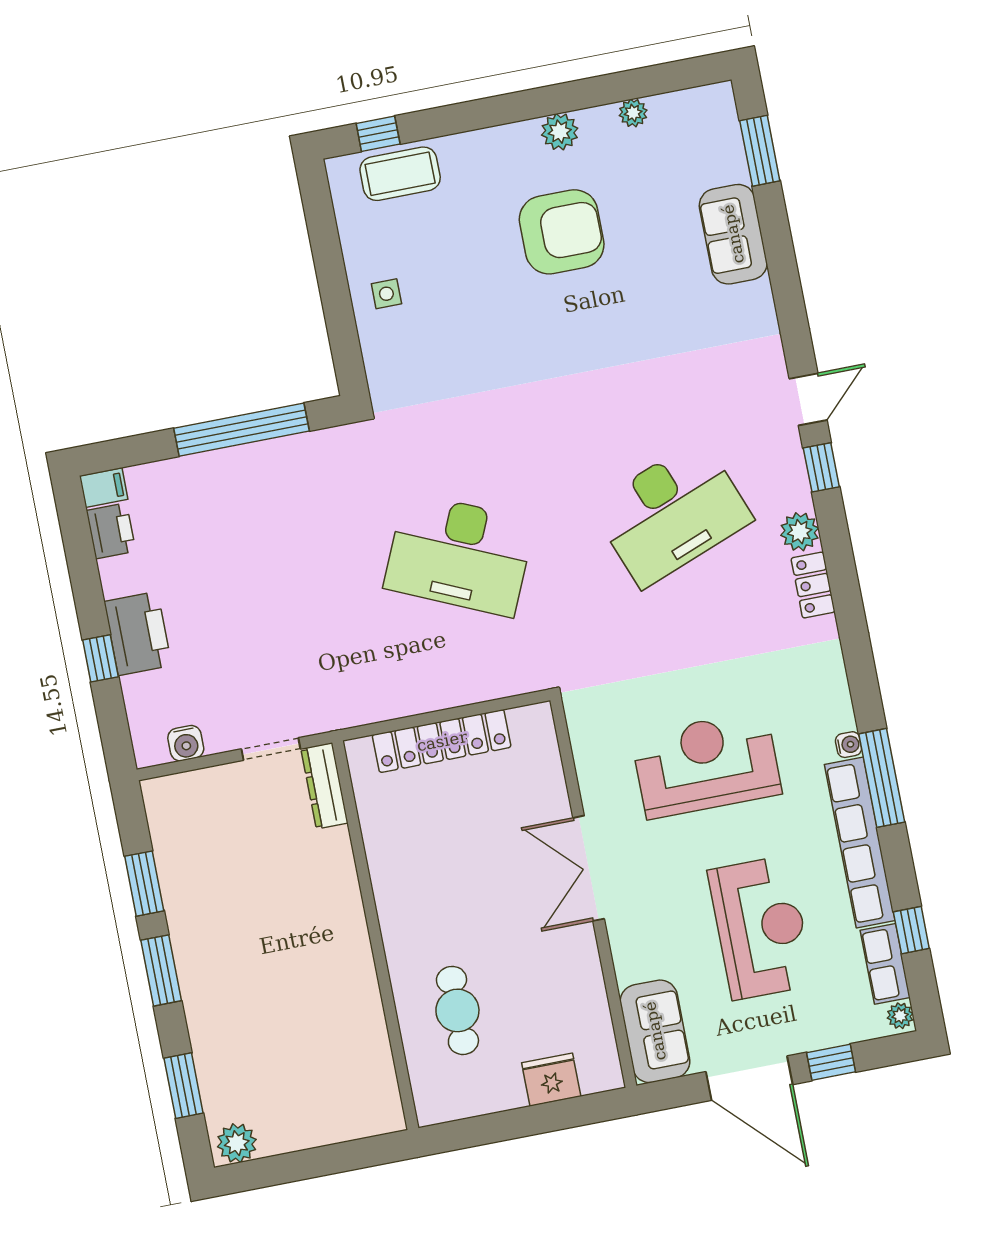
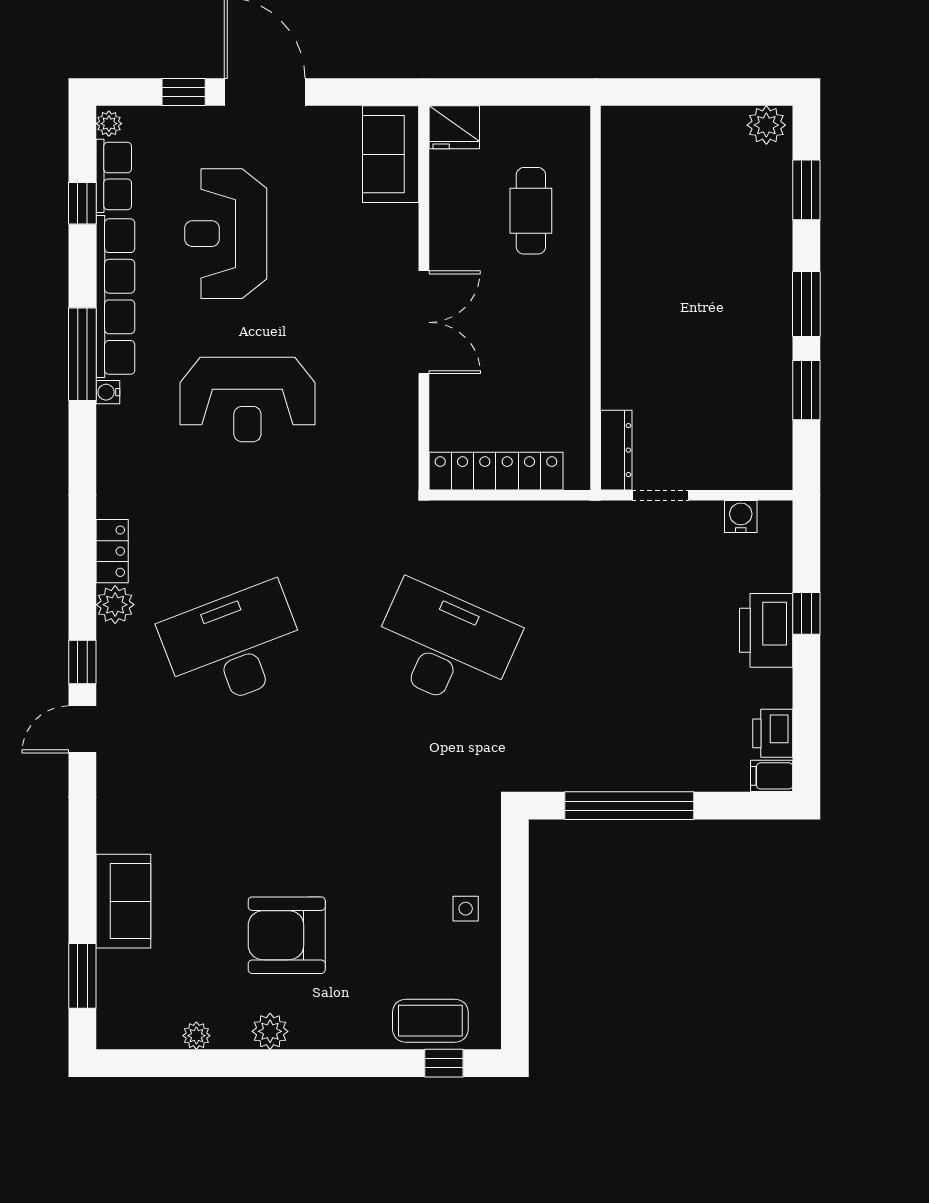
double door: (589, 868) -> (424, 322), moved
wall: (593, 893) -> (424, 298), moved
sofa: (655, 1031) -> (391, 154), moved

